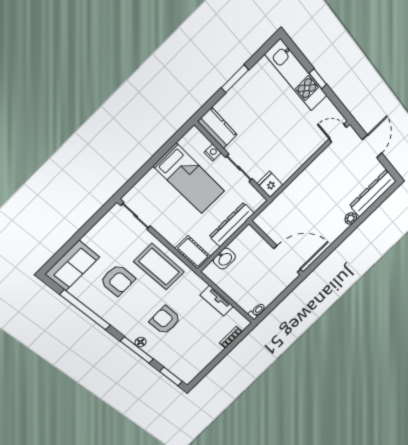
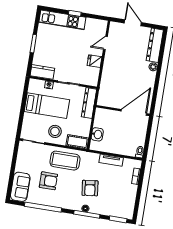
door: (338, 133) -> (105, 43), moved
fridge: (270, 184) -> (95, 61), moved
stool: (174, 221) -> (55, 131), added
dresser: (232, 225) -> (89, 103), moved
armchair: (165, 320) -> (90, 188), turned -97

